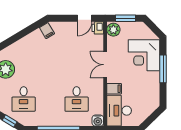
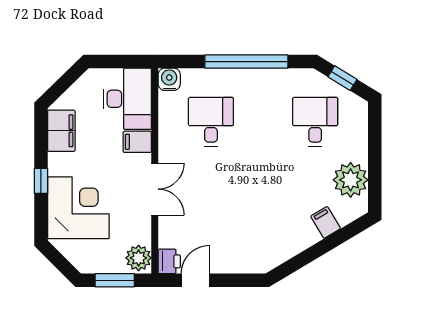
filing cabinet: (47, 31) -> (326, 222), moved
window: (163, 69) -> (41, 181), width x0.46
filing cabinet: (153, 94) -> (61, 131), added

